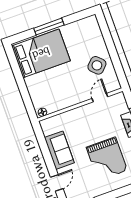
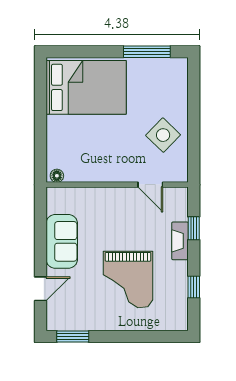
window: (49, 27) -> (147, 52), moved
door: (100, 98) -> (150, 185), swing flipped

